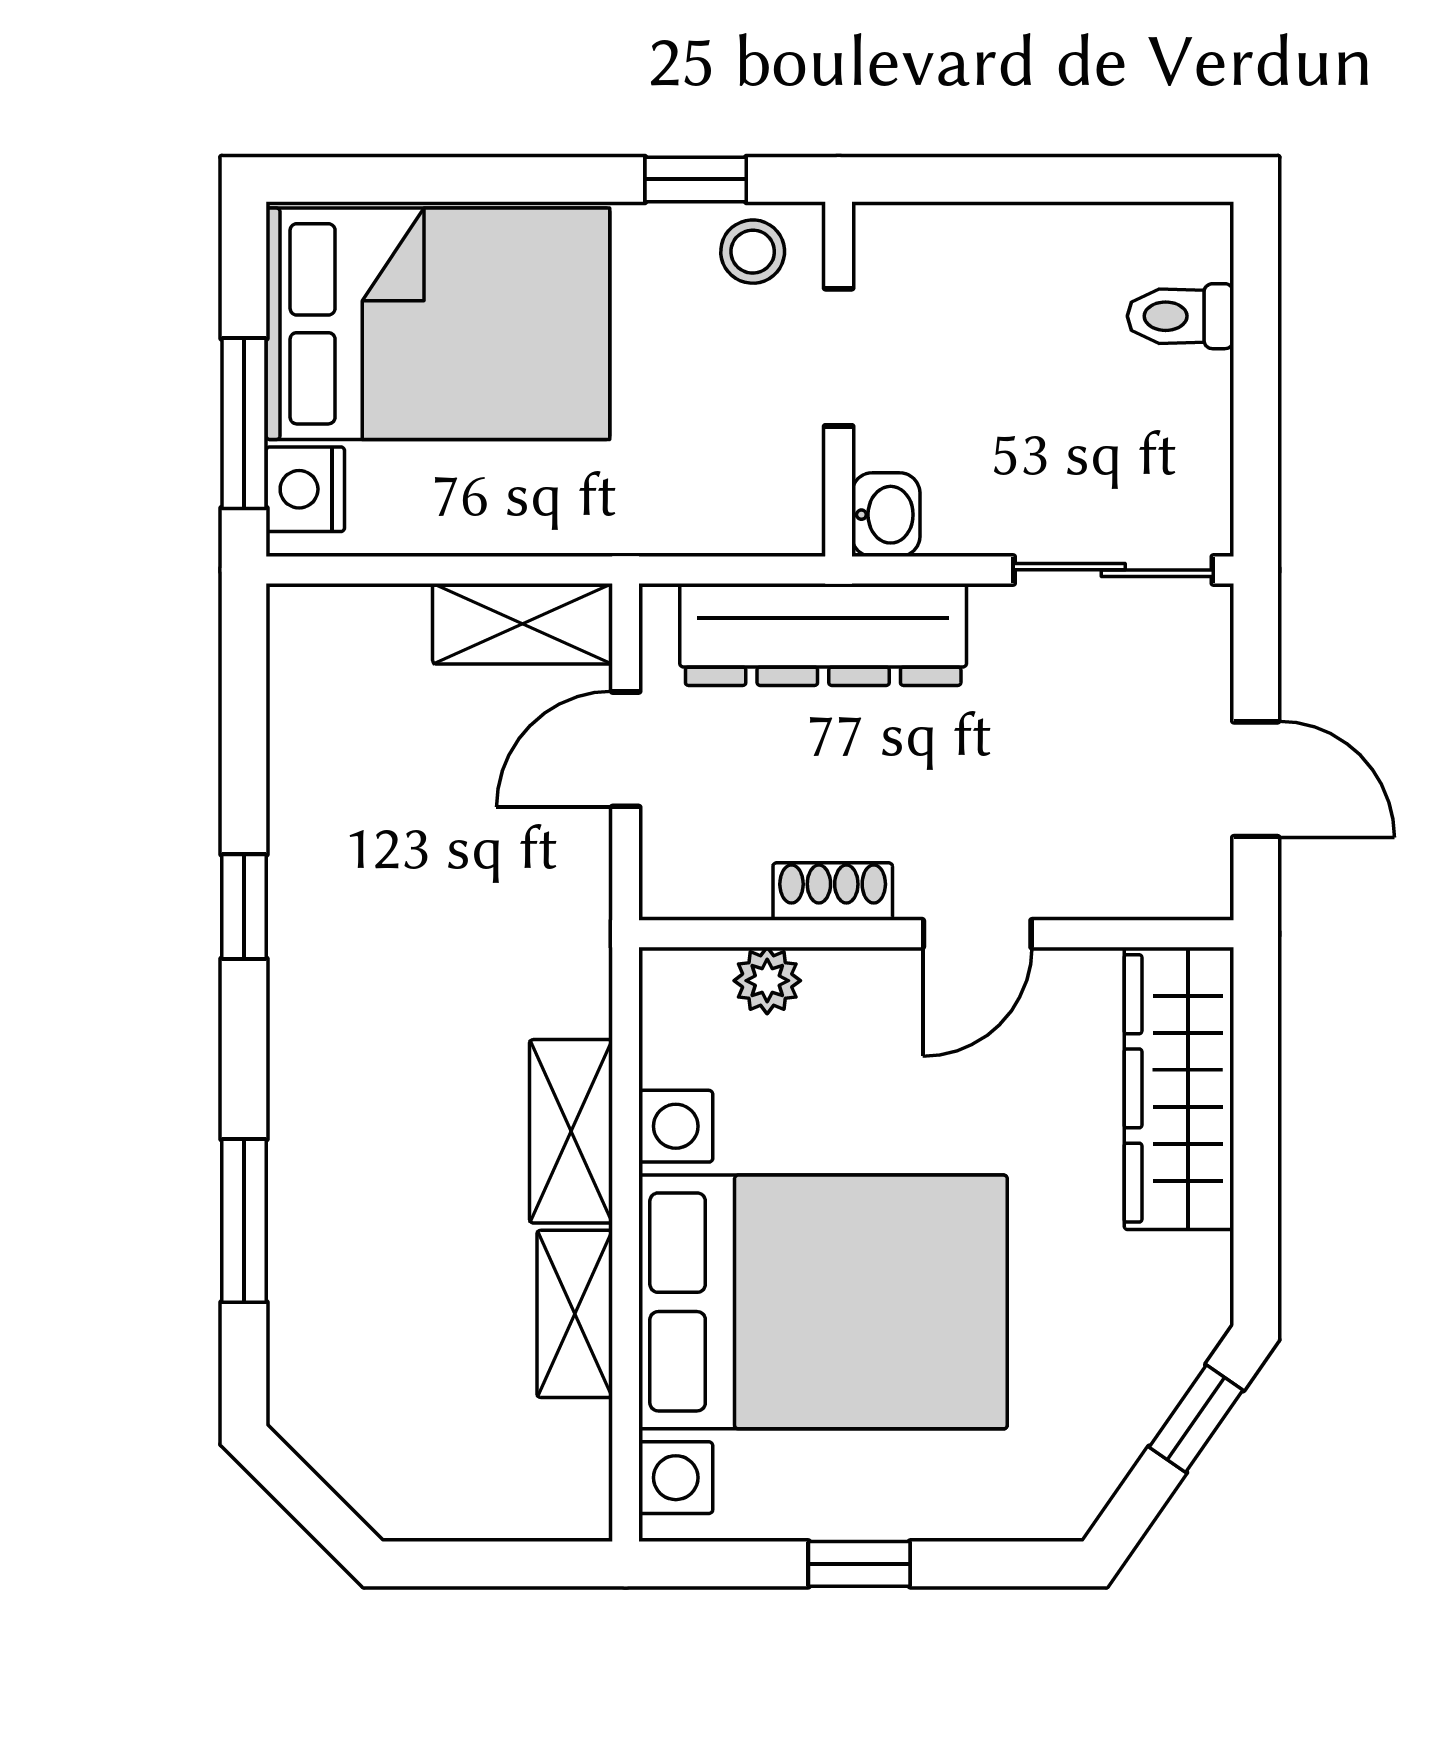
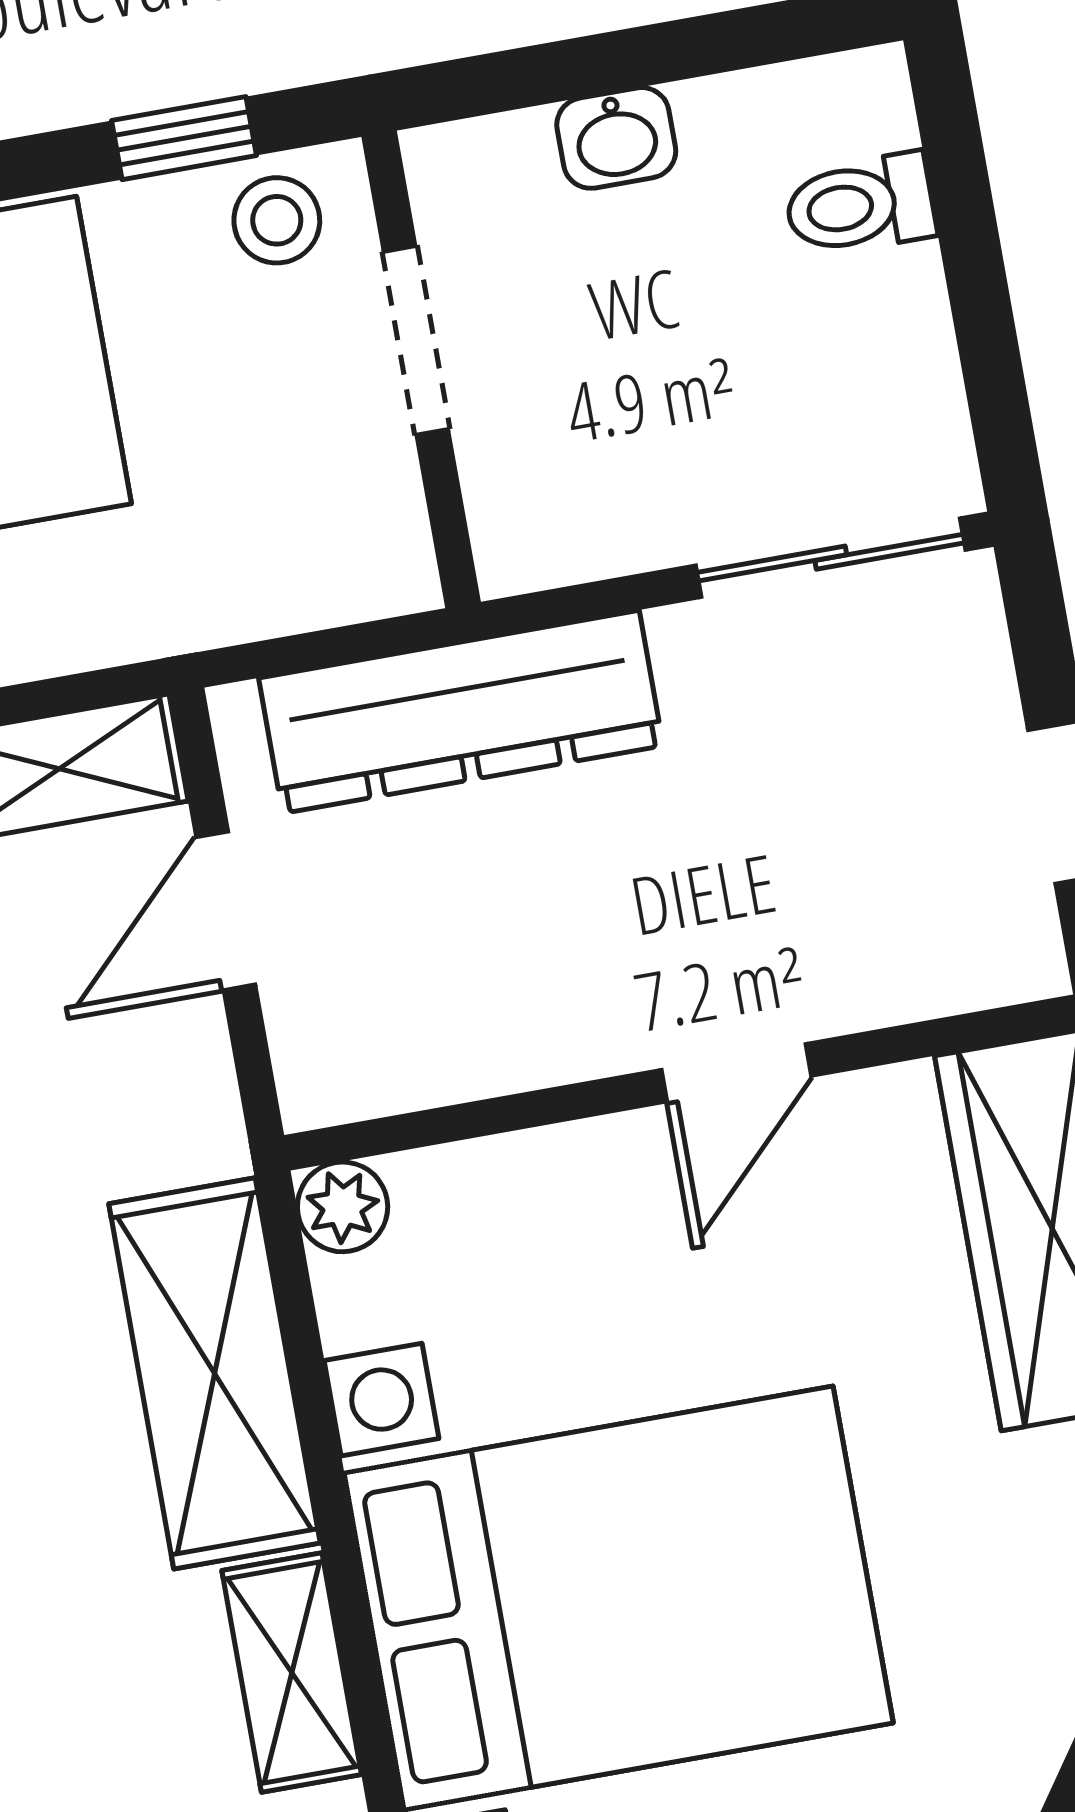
washbasin: (886, 515) -> (616, 138), moved, turned 90
shoe rack: (833, 892) -> (534, 1051), removed
plant: (767, 981) -> (343, 1207), moved
shelving: (571, 1131) -> (215, 1373), width x1.50, depth x1.33

